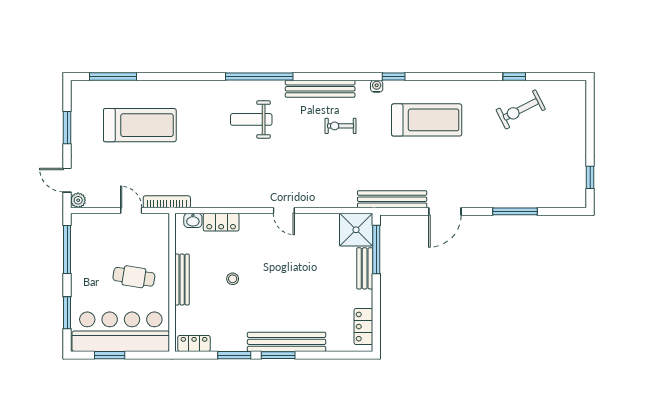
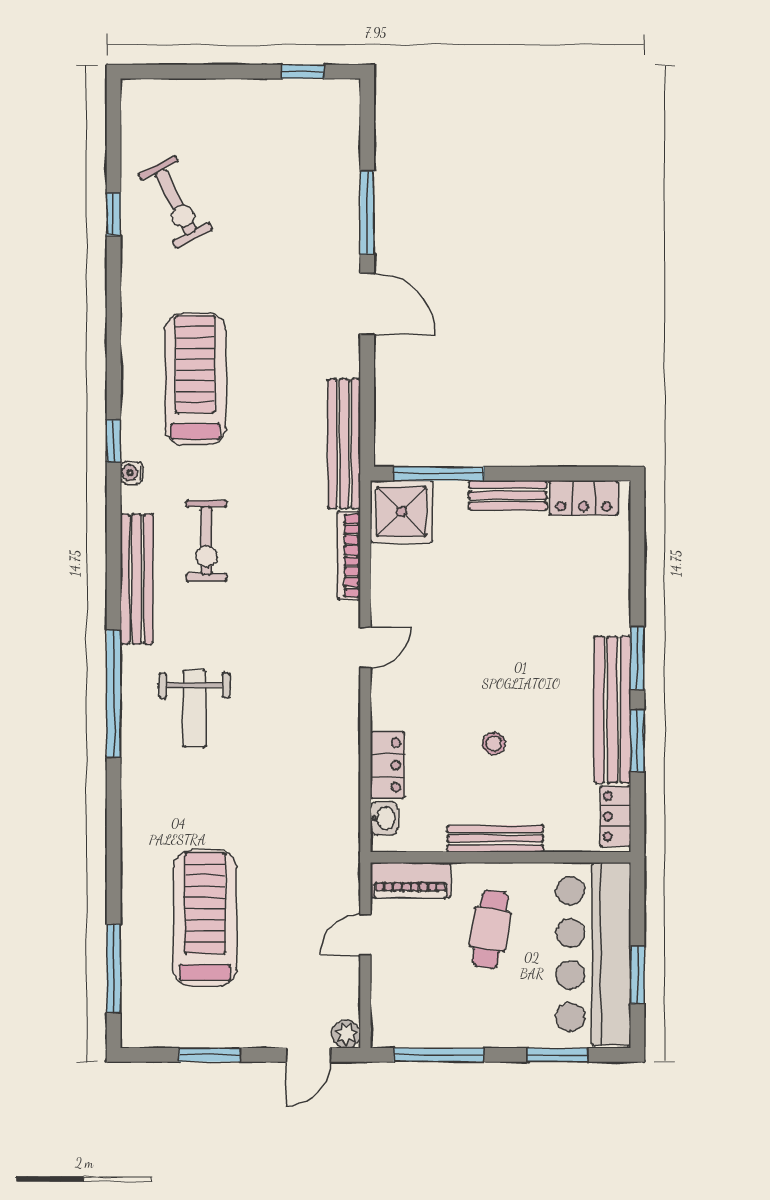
exercise bike: (340, 126) -> (206, 541), width x1.38, depth x1.39
bookcase: (167, 202) -> (349, 556), moved
door: (445, 211) -> (367, 304), moved
piano: (160, 234) -> (410, 880), added
bench: (365, 268) -> (508, 495), moved
bench: (287, 342) -> (612, 710), moved

